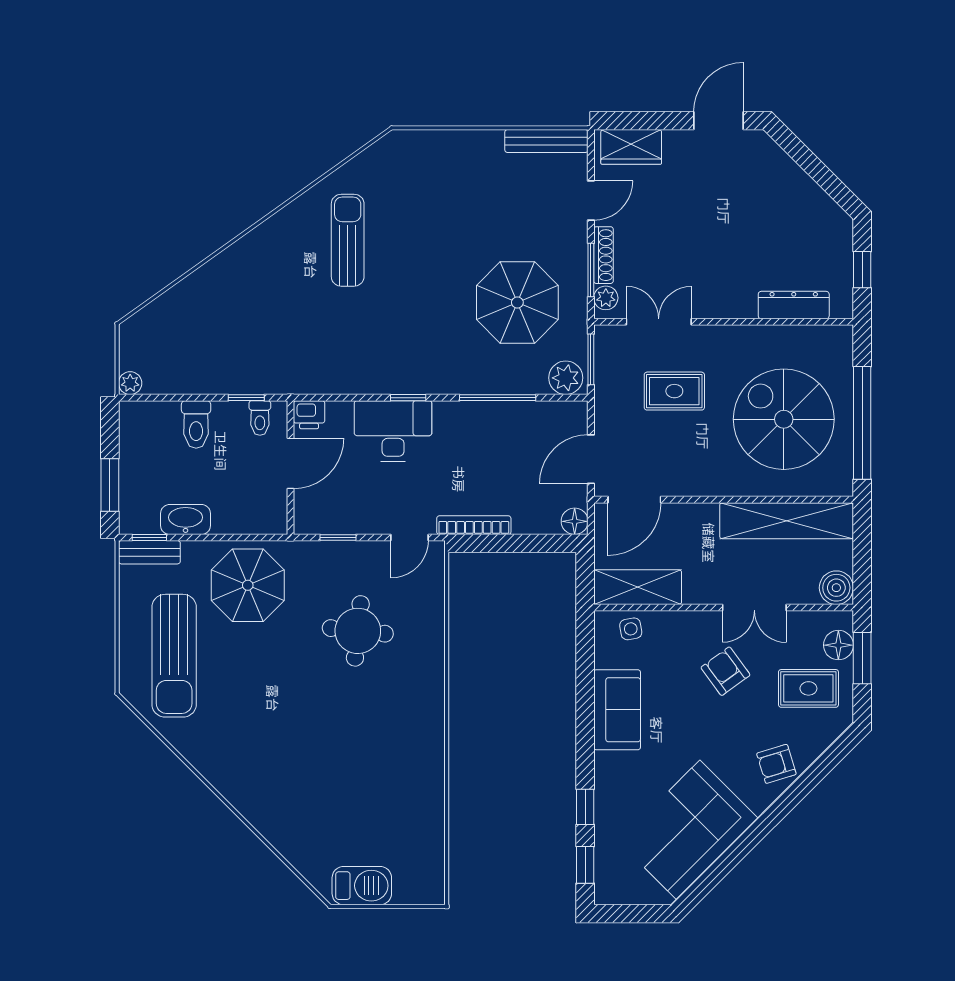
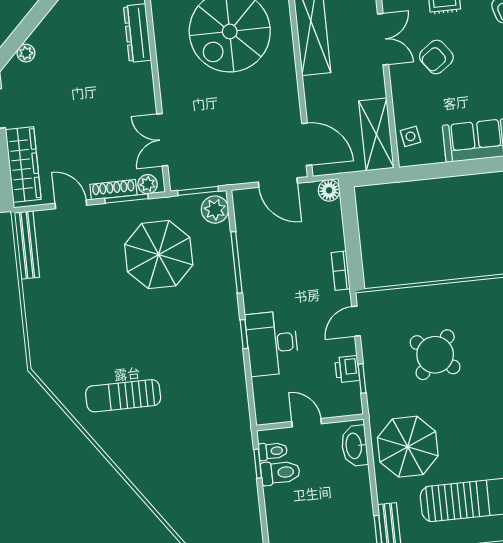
wardrobe: (631, 147) -> (23, 164), width x1.50
plant: (784, 165) -> (26, 53), added
rug: (674, 391) -> (216, 121), removed
printer: (309, 415) -> (347, 369), moved, turned 180
toilet: (196, 424) -> (280, 473), moved
door: (291, 463) -> (307, 423), width x0.73
washbasin: (186, 519) -> (354, 446), moved
bookcase: (474, 525) -> (341, 271), width x0.64
door: (409, 538) -> (356, 321), swing flipped
round table: (358, 631) -> (435, 355), turned 34

